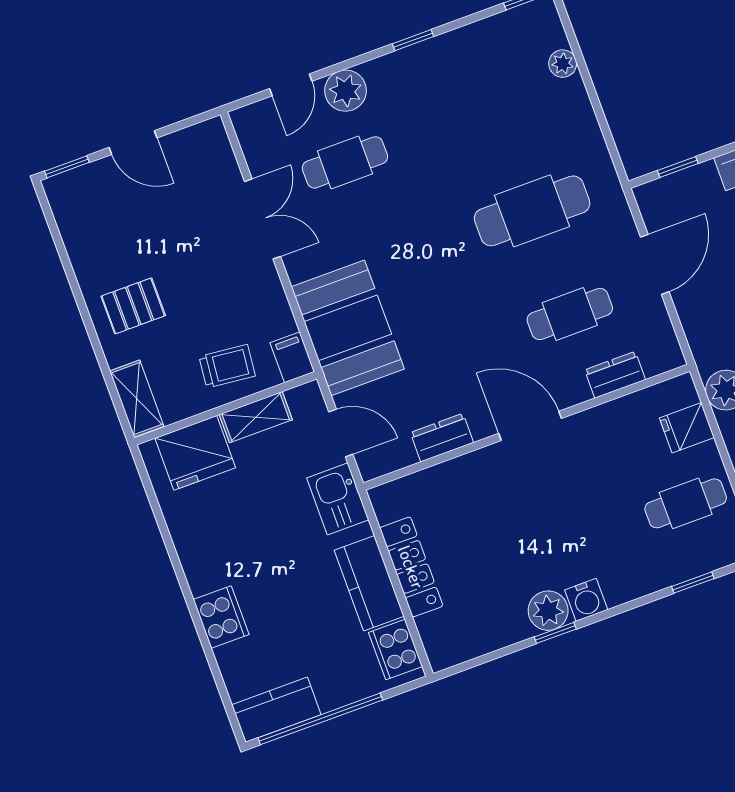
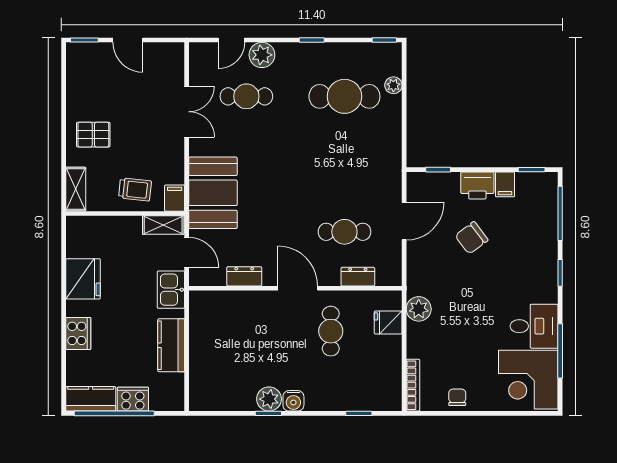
cafe table: (532, 211) -> (344, 96), moved
shelving: (256, 417) -> (163, 225), moved
fridge: (195, 453) -> (83, 279), moved, turned -90
cafe table: (686, 503) -> (331, 331), moved, turned 90
locker: (411, 567) -> (199, 345), removed
cooker: (396, 650) -> (133, 399), moved, turned 90

